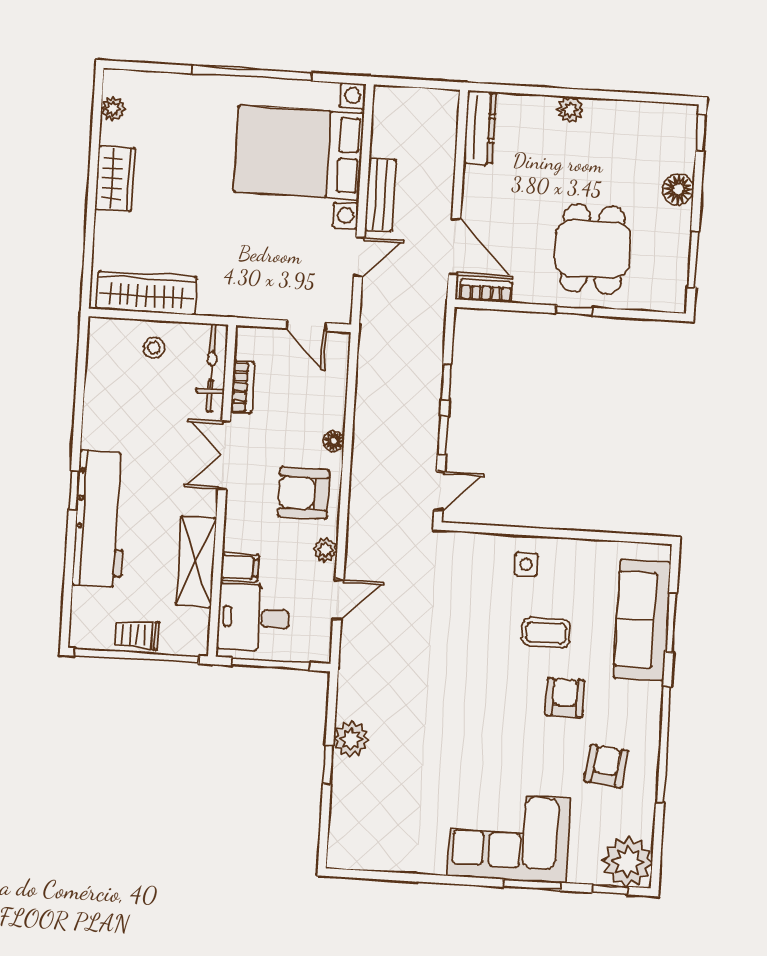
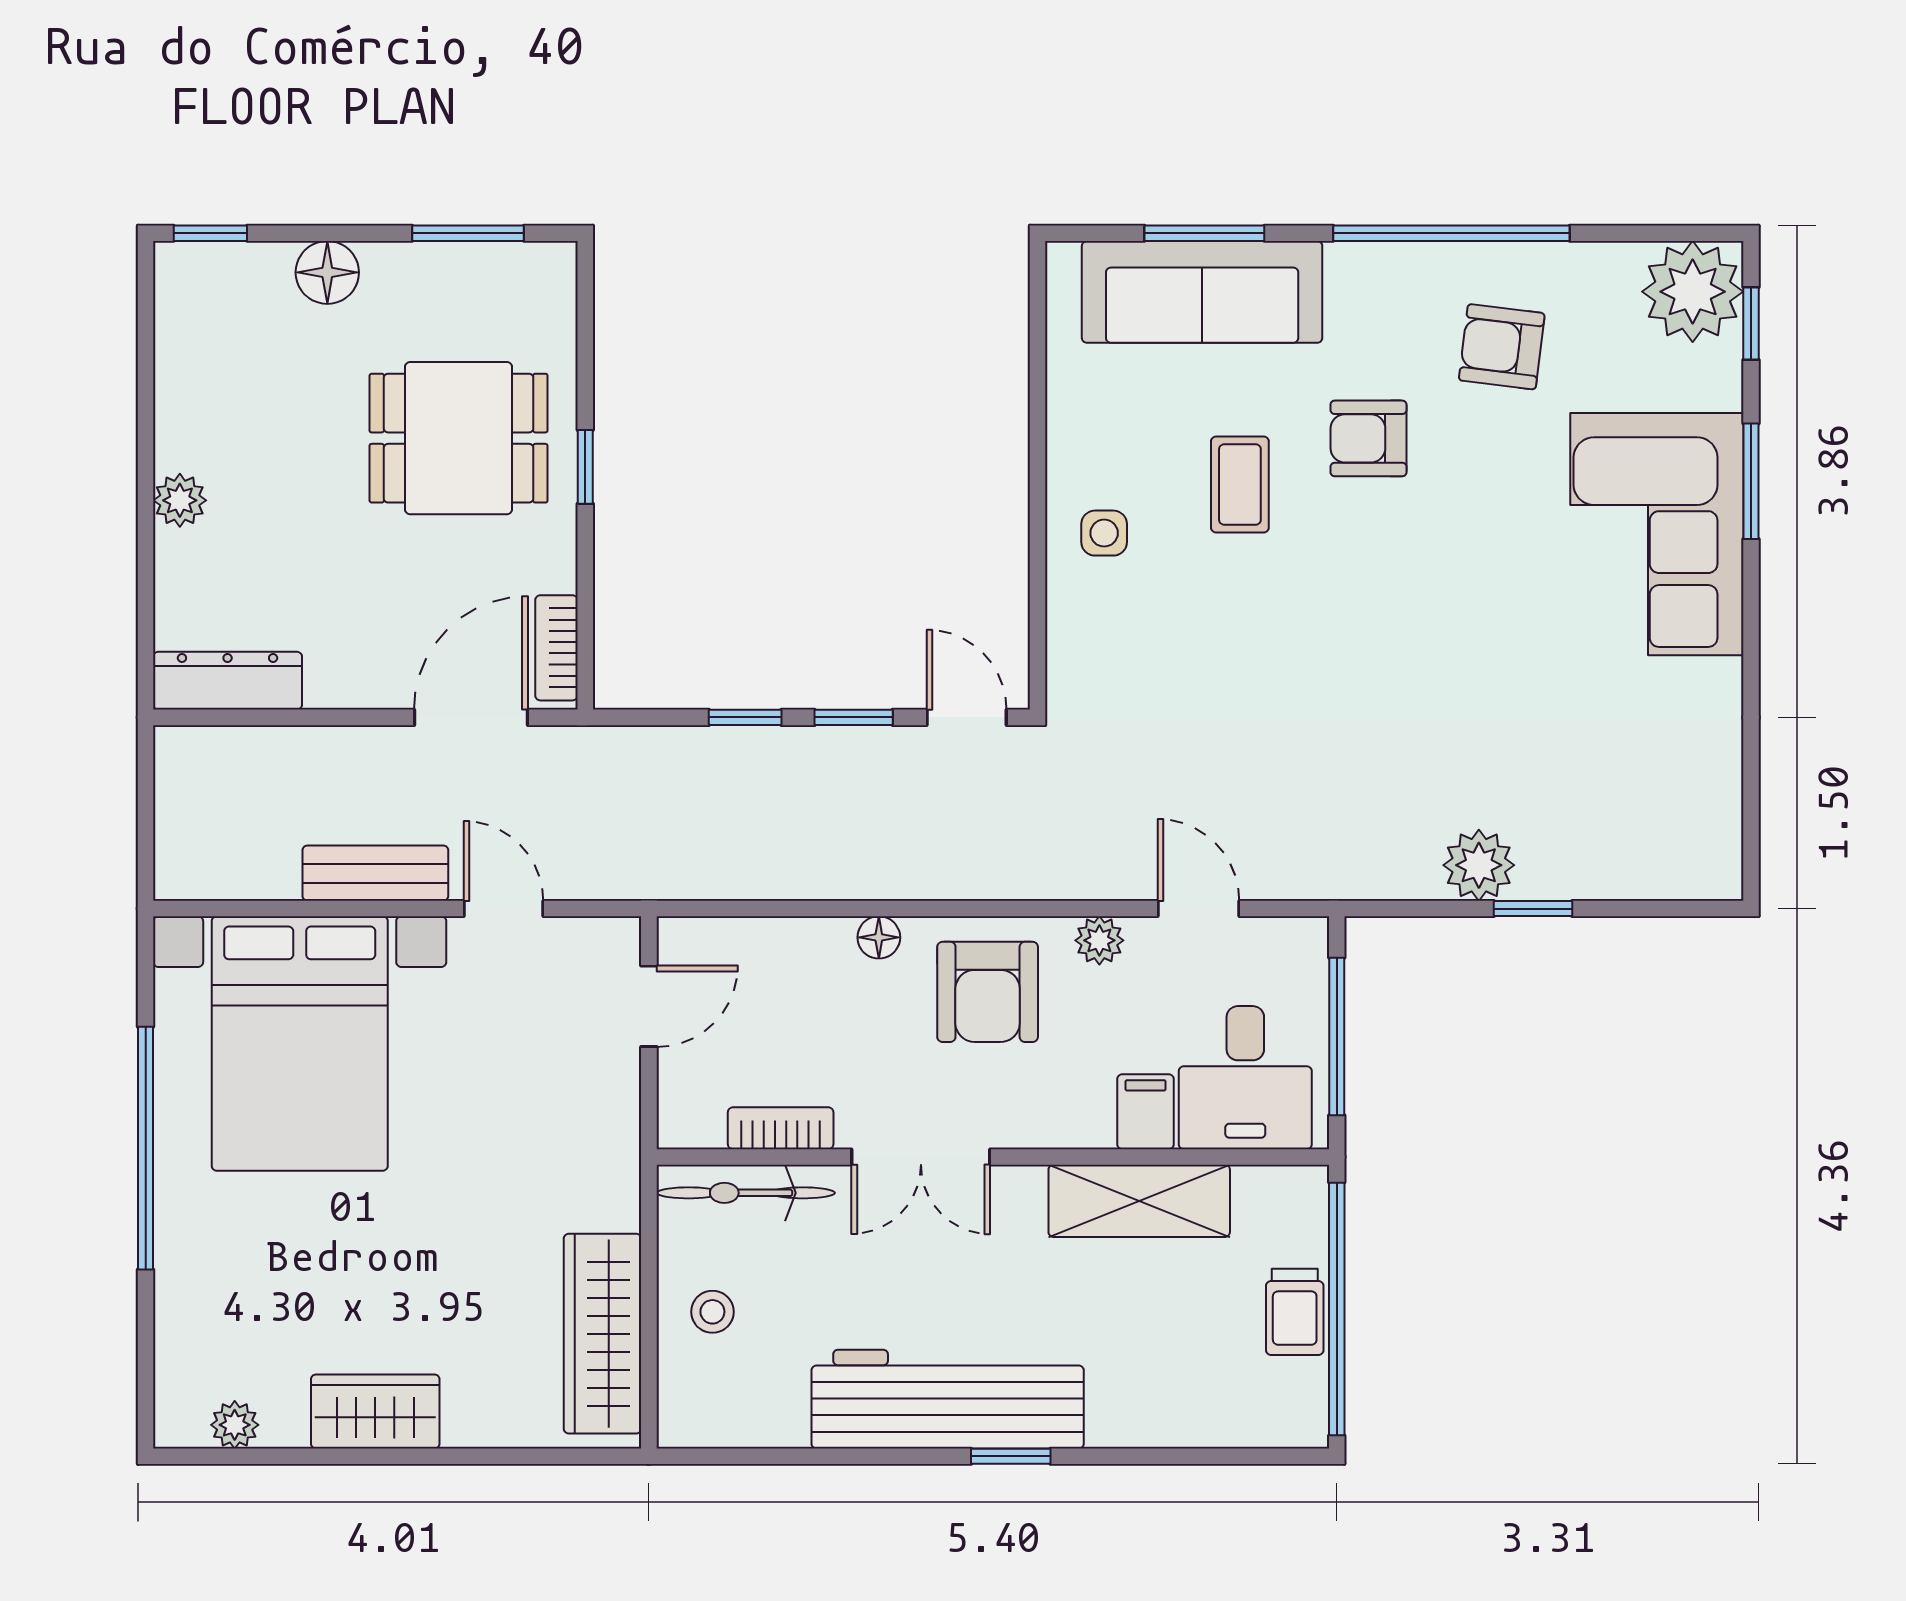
workbench: (100, 519) -> (948, 1399), moved

